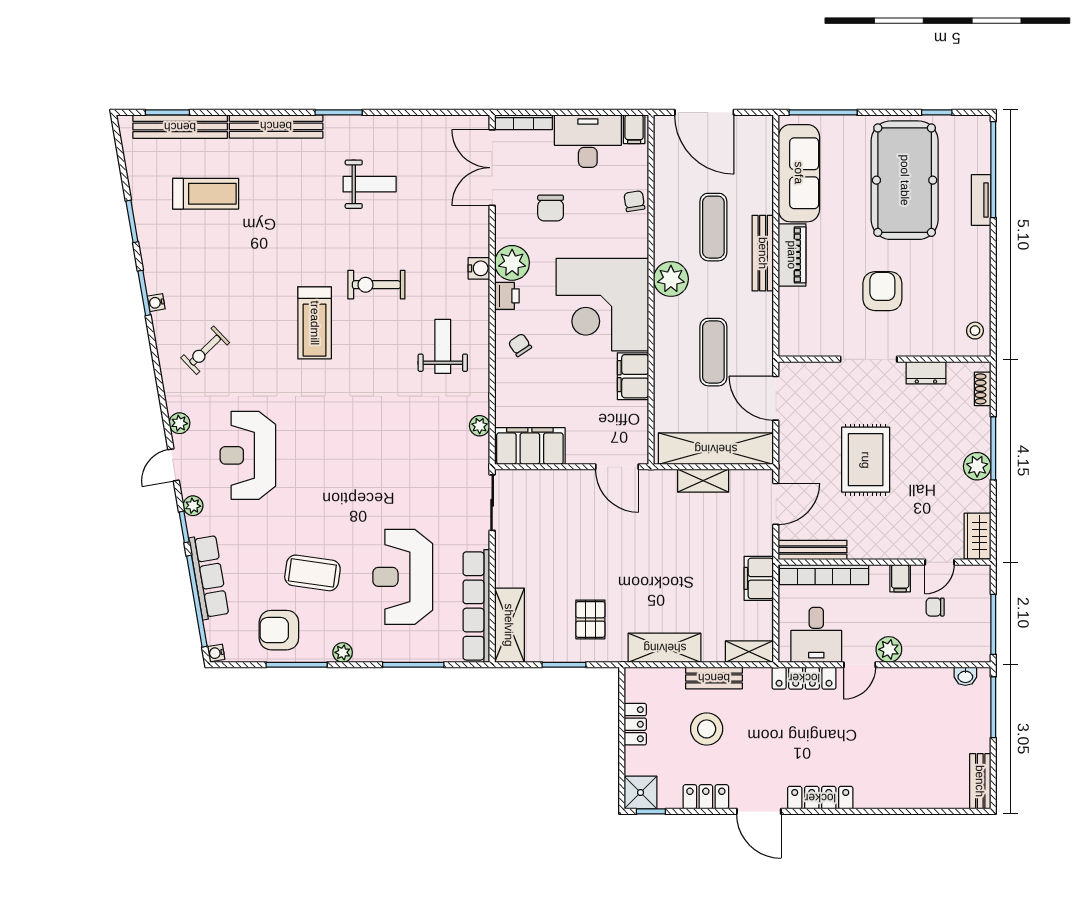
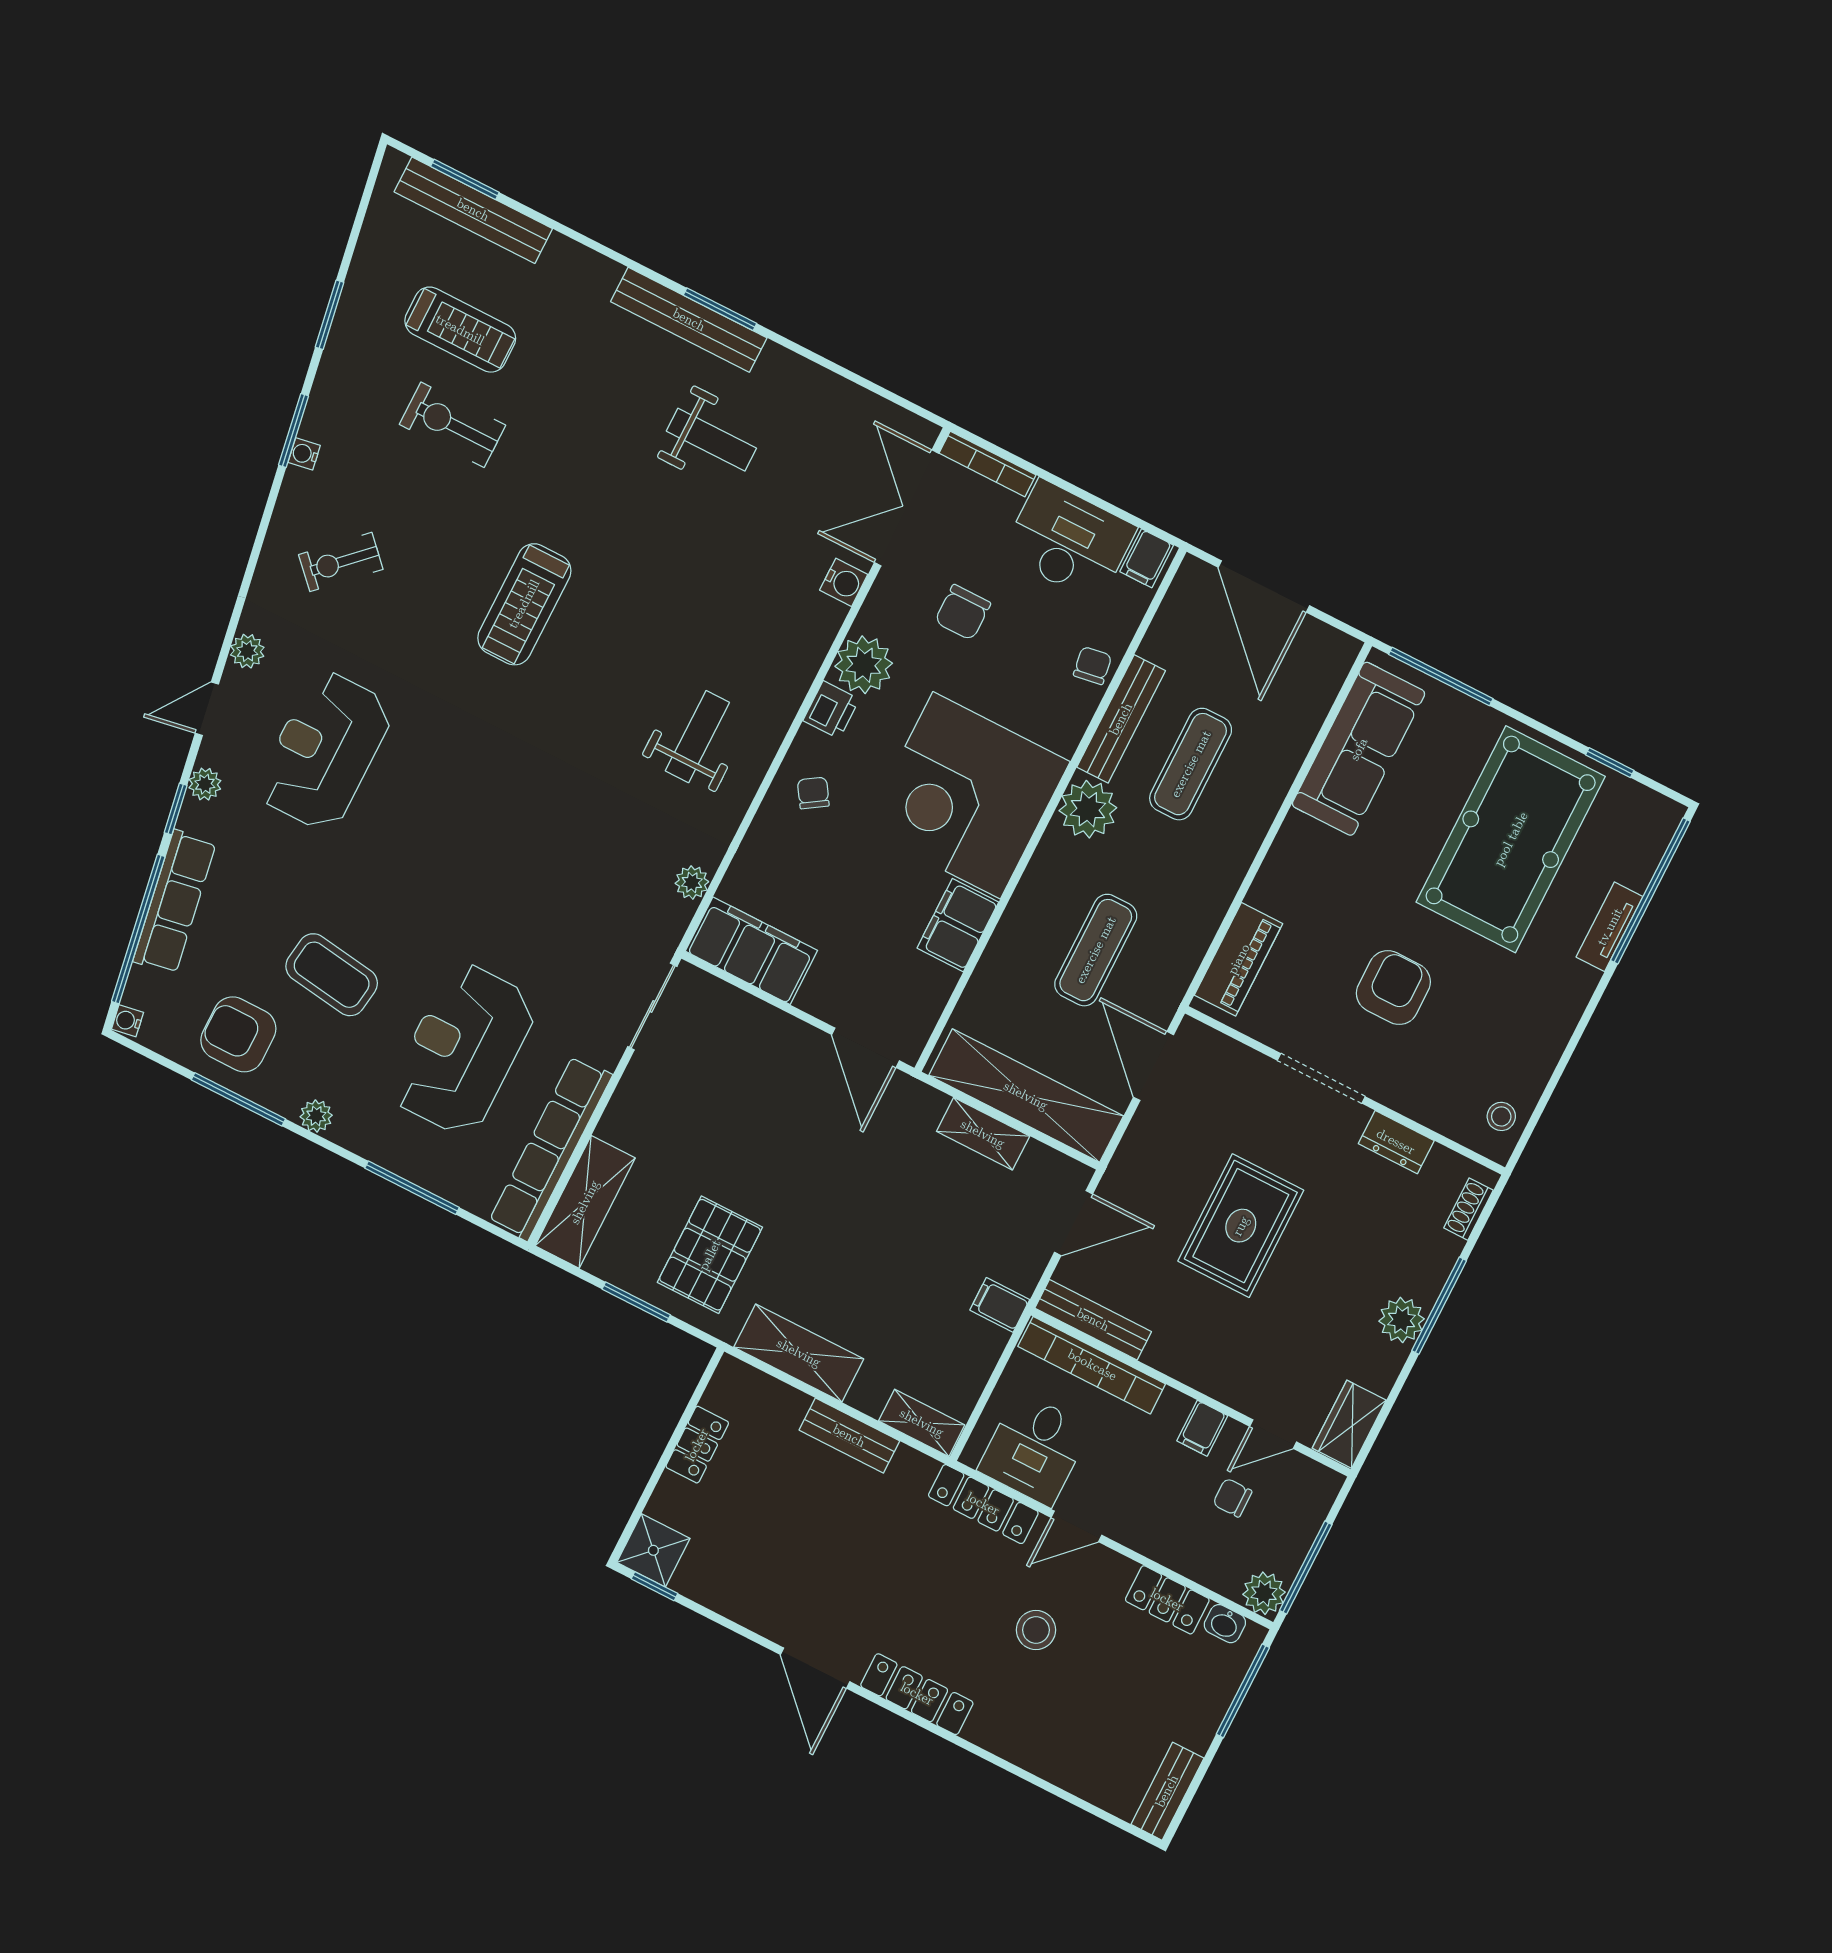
bench: (276, 126) -> (689, 320), moved
bench: (763, 253) -> (1121, 719), moved
piano: (792, 255) -> (1239, 959), moved
water cooler: (479, 268) -> (844, 582), moved
exercise bike: (376, 285) -> (452, 425), moved
filing cabinet: (759, 578) -> (1000, 1305), width x0.50
pallet: (590, 619) -> (710, 1255), width x1.50, depth x1.42
plant: (889, 649) -> (1264, 1593), moved
stool: (707, 729) -> (1036, 1630), moved, width x0.73, depth x0.73
locker: (706, 797) -> (1167, 1600), moved, turned 180

